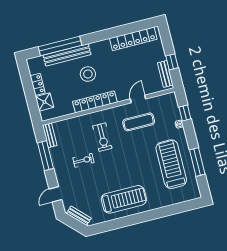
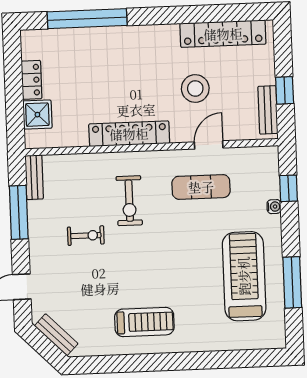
bench: (67, 55) -> (96, 37), removed
stool: (88, 74) -> (195, 88), moved
treadmill: (124, 199) -> (144, 322), width x0.73, depth x0.73

